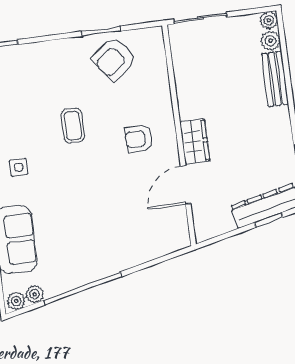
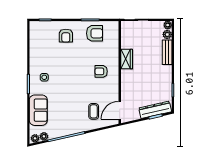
armchair: (114, 59) -> (95, 33), turned -143
armchair: (53, 72) -> (66, 36), added
coffee table: (73, 126) -> (94, 111), moved
wardrobe: (195, 141) -> (127, 59), moved
door: (186, 185) -> (120, 110), moved

